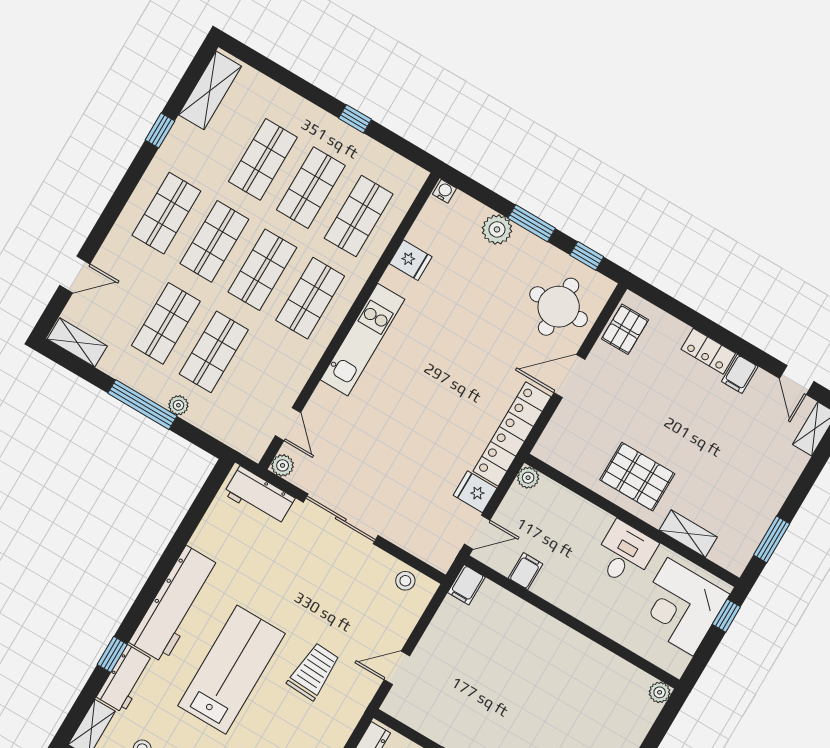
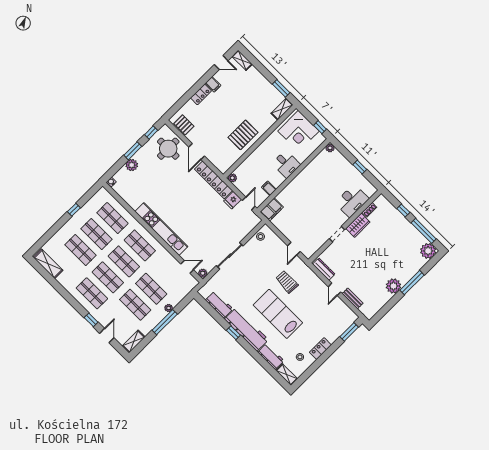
window: (160, 130) -> (91, 320), moved
fridge: (411, 260) -> (135, 202), removed
kitchen unit: (363, 340) -> (161, 229), width x1.36
workbench: (259, 496) -> (219, 305), moved, turned -90
shelving: (688, 534) -> (282, 109), moved
desk: (625, 554) -> (286, 164), moved, turned 180
filing cabinet: (466, 585) -> (272, 209), width x2.00
window: (726, 616) -> (320, 127), moved
window: (112, 654) -> (233, 333), moved

